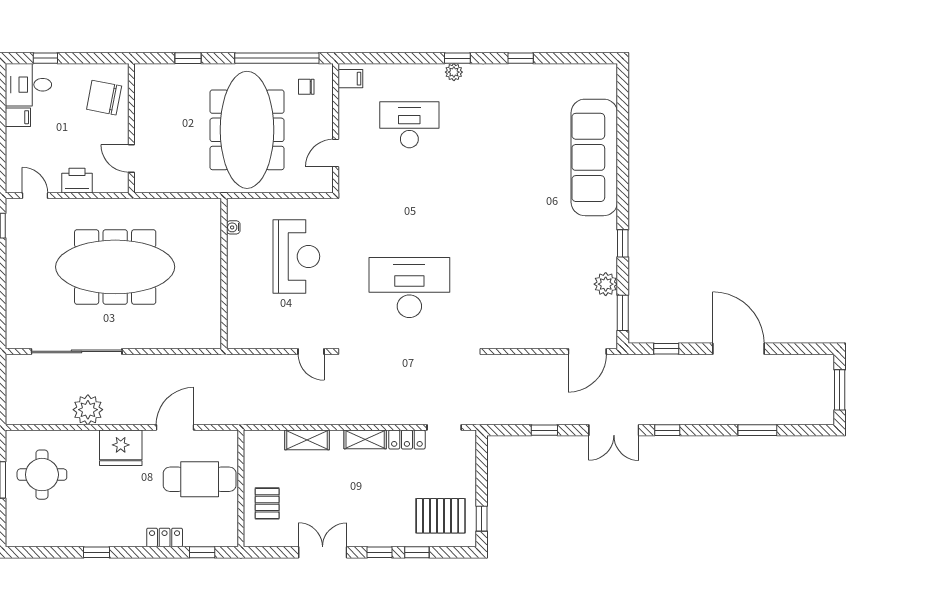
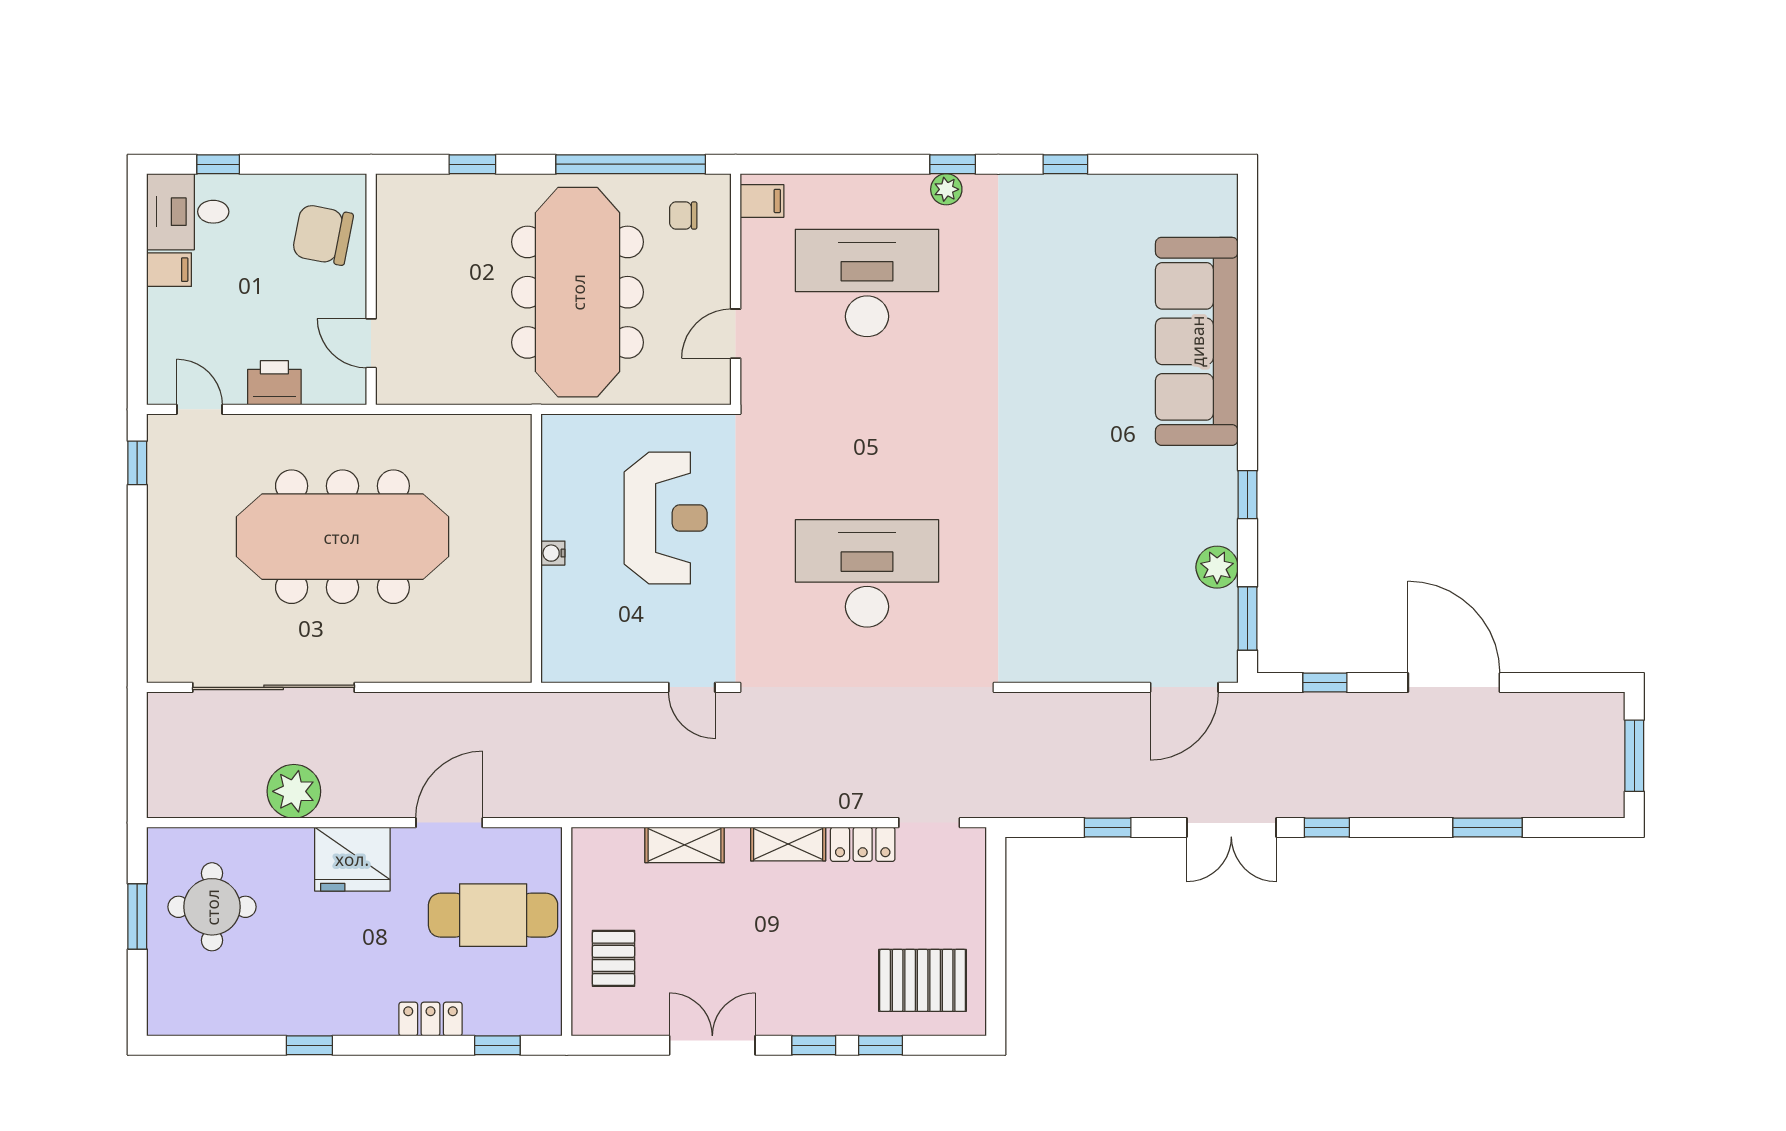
desk: (409, 125) -> (867, 283), width x1.36, depth x1.30
water cooler: (233, 227) -> (553, 553), moved
window: (482, 519) -> (996, 985), removed

